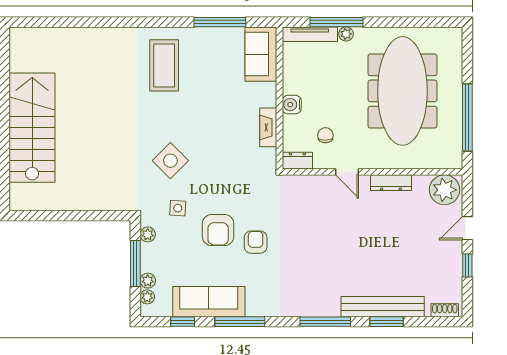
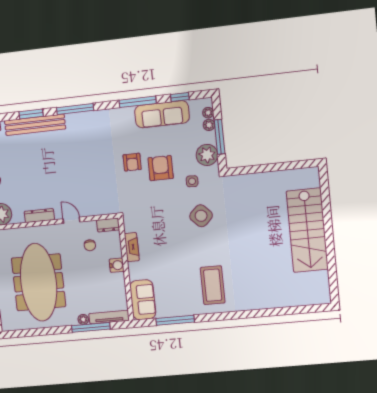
plant: (148, 234) -> (207, 155), width x1.87, depth x1.87

